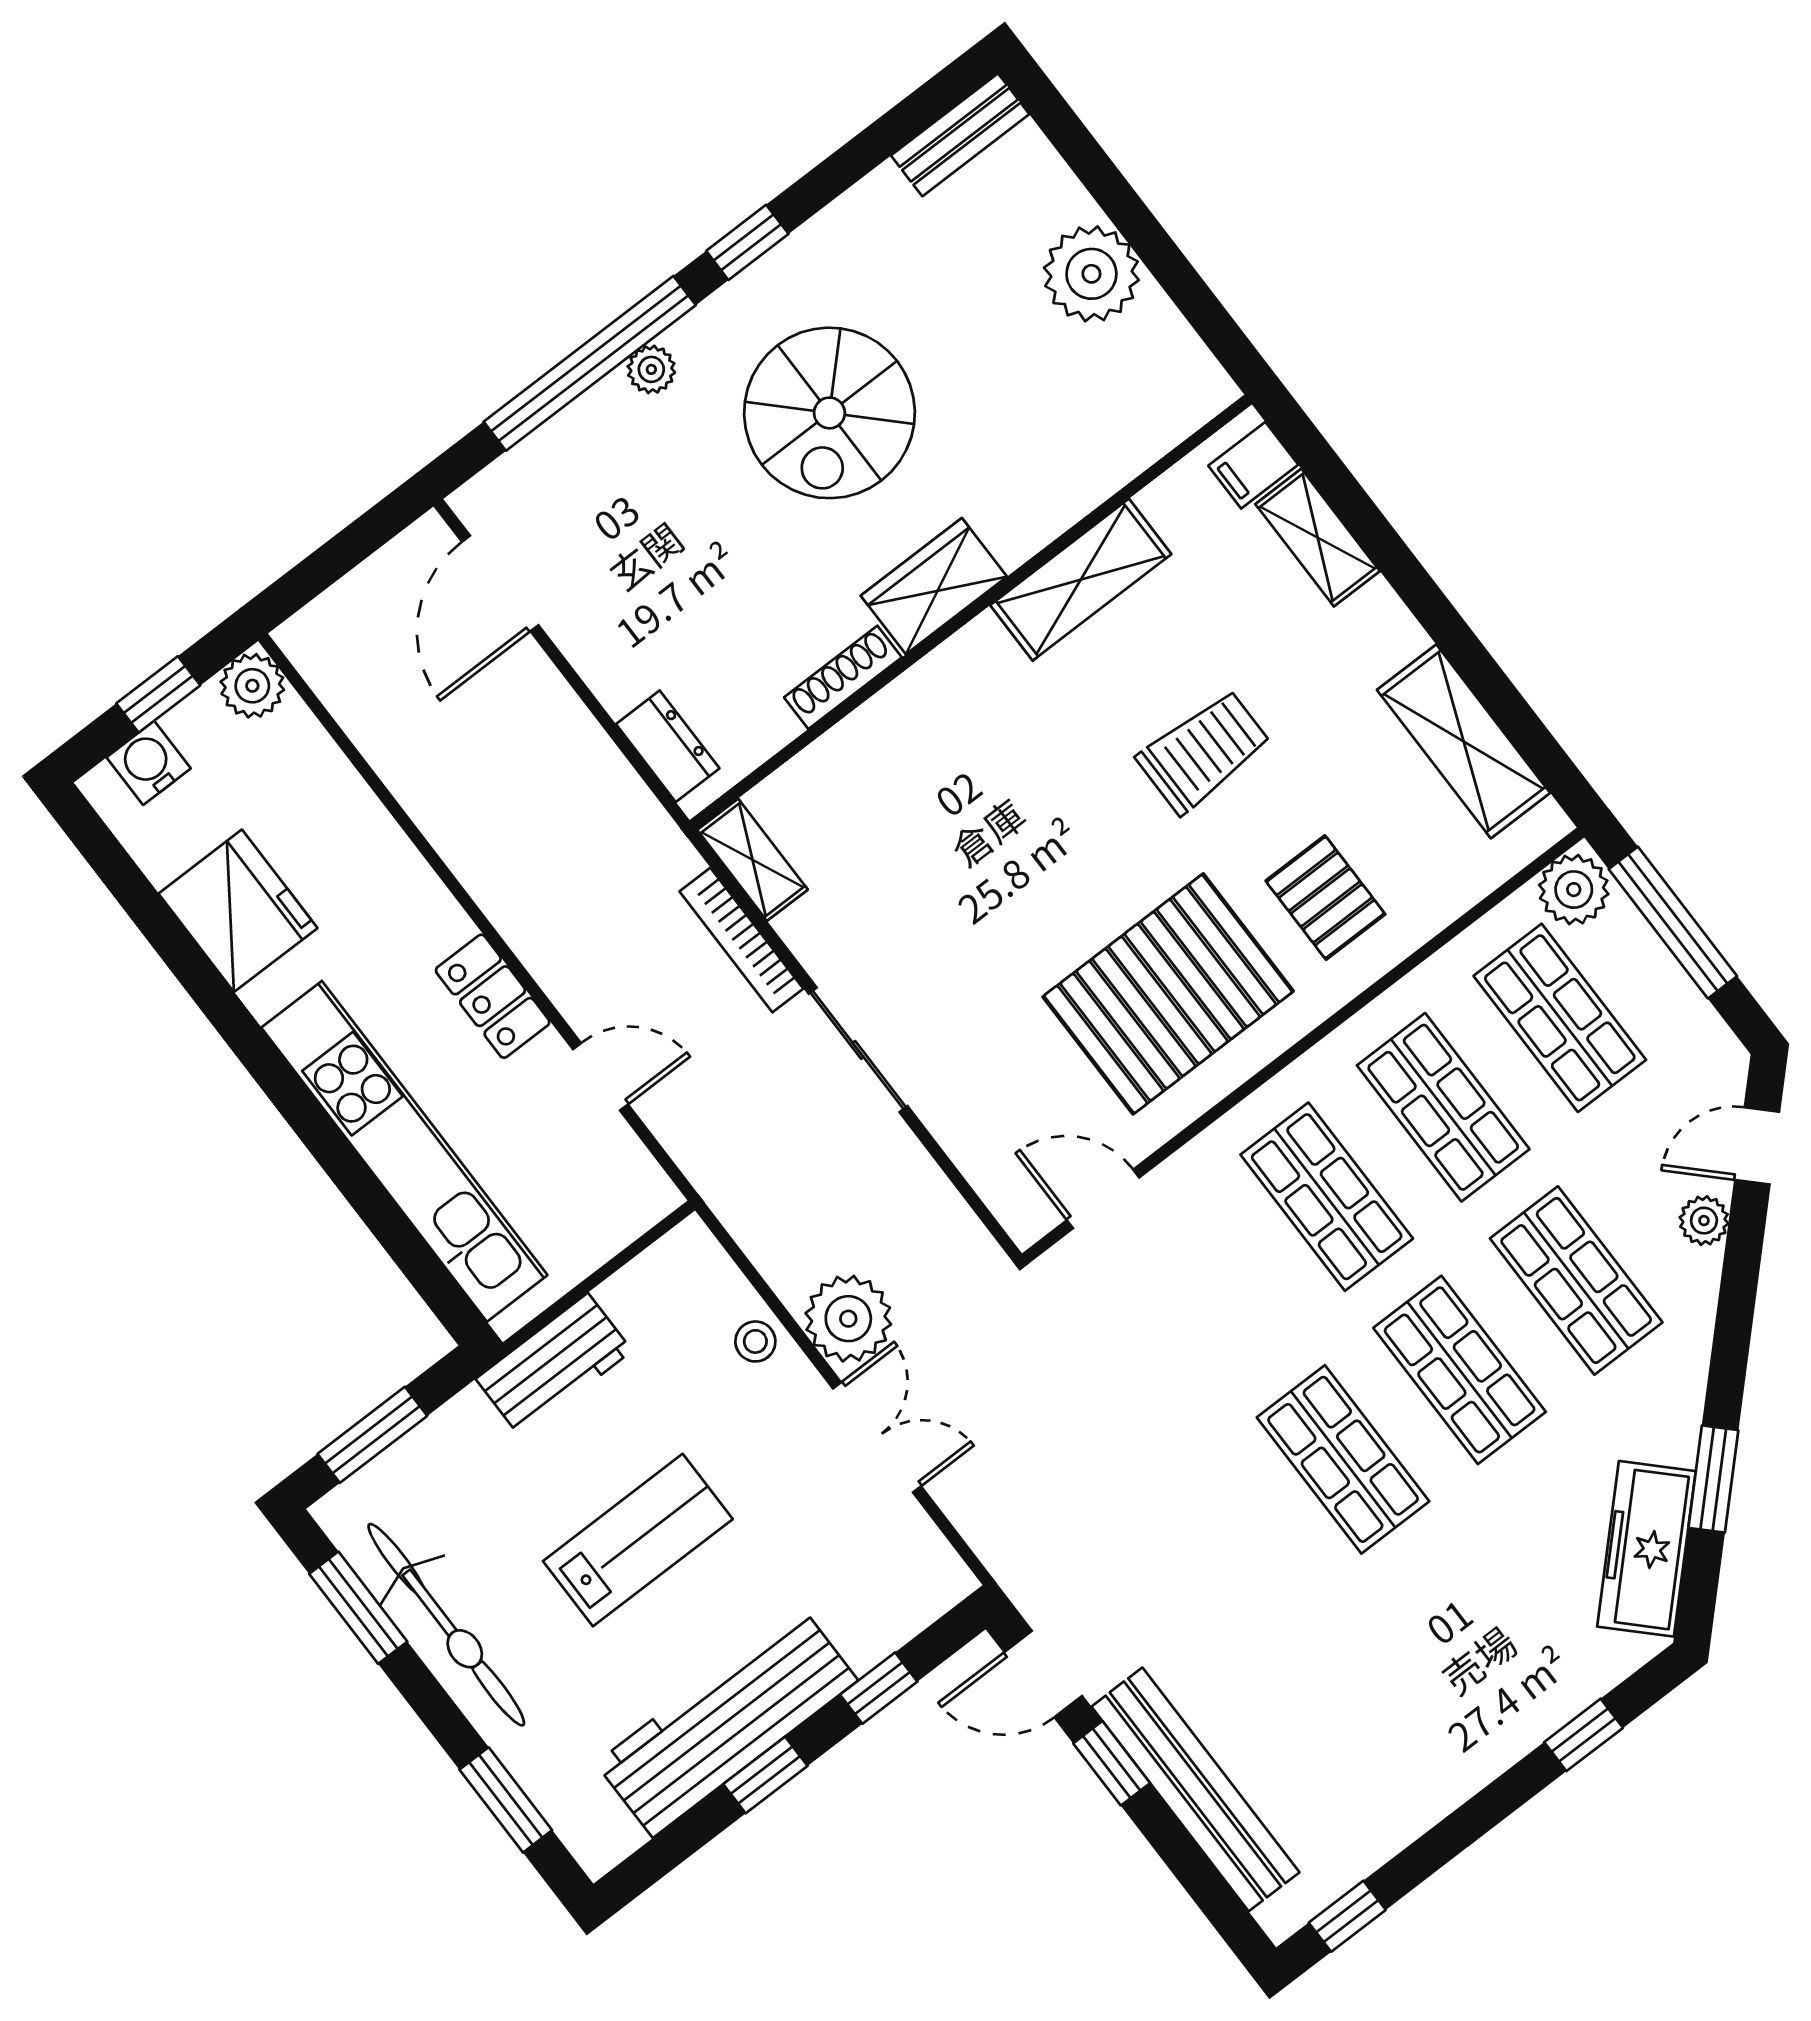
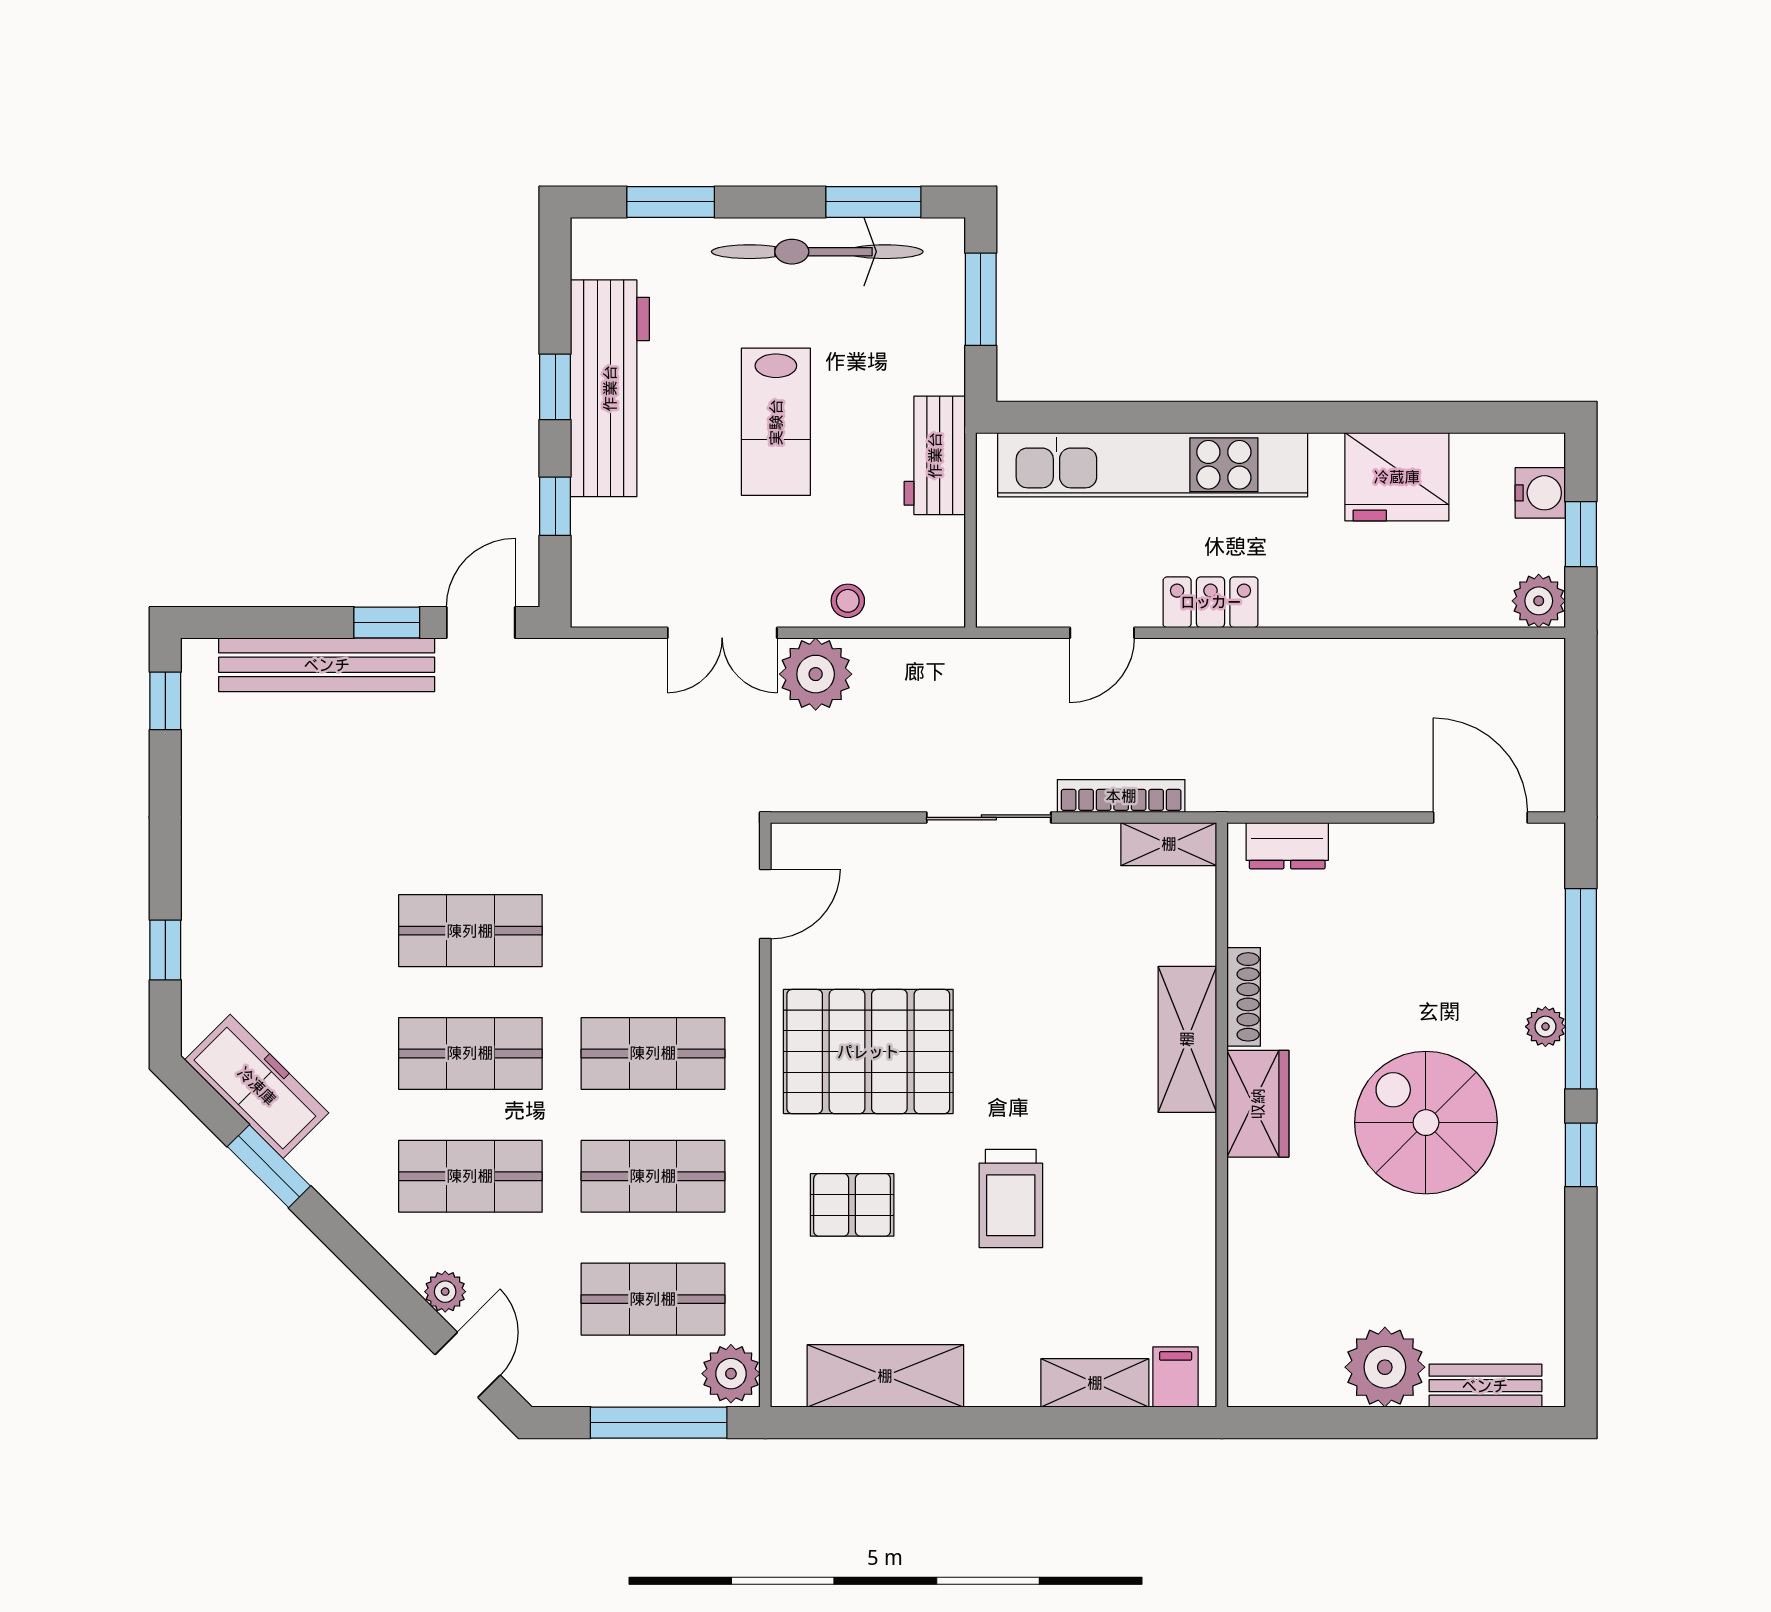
bench: (960, 135) -> (1485, 1386), moved, turned 90
shelving: (1081, 580) -> (1187, 1039), moved
pallet: (1168, 994) -> (868, 1052), turned 90

